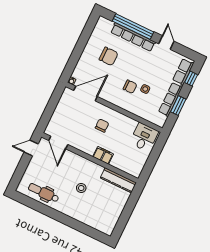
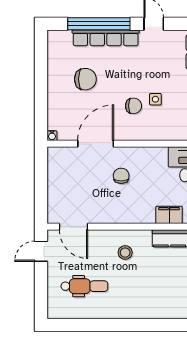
door: (85, 93) -> (96, 144), moved
filing cabinet: (103, 155) -> (169, 215), moved
stool: (81, 188) -> (125, 253), moved
dental chair: (44, 193) -> (84, 286), moved, turned 180

